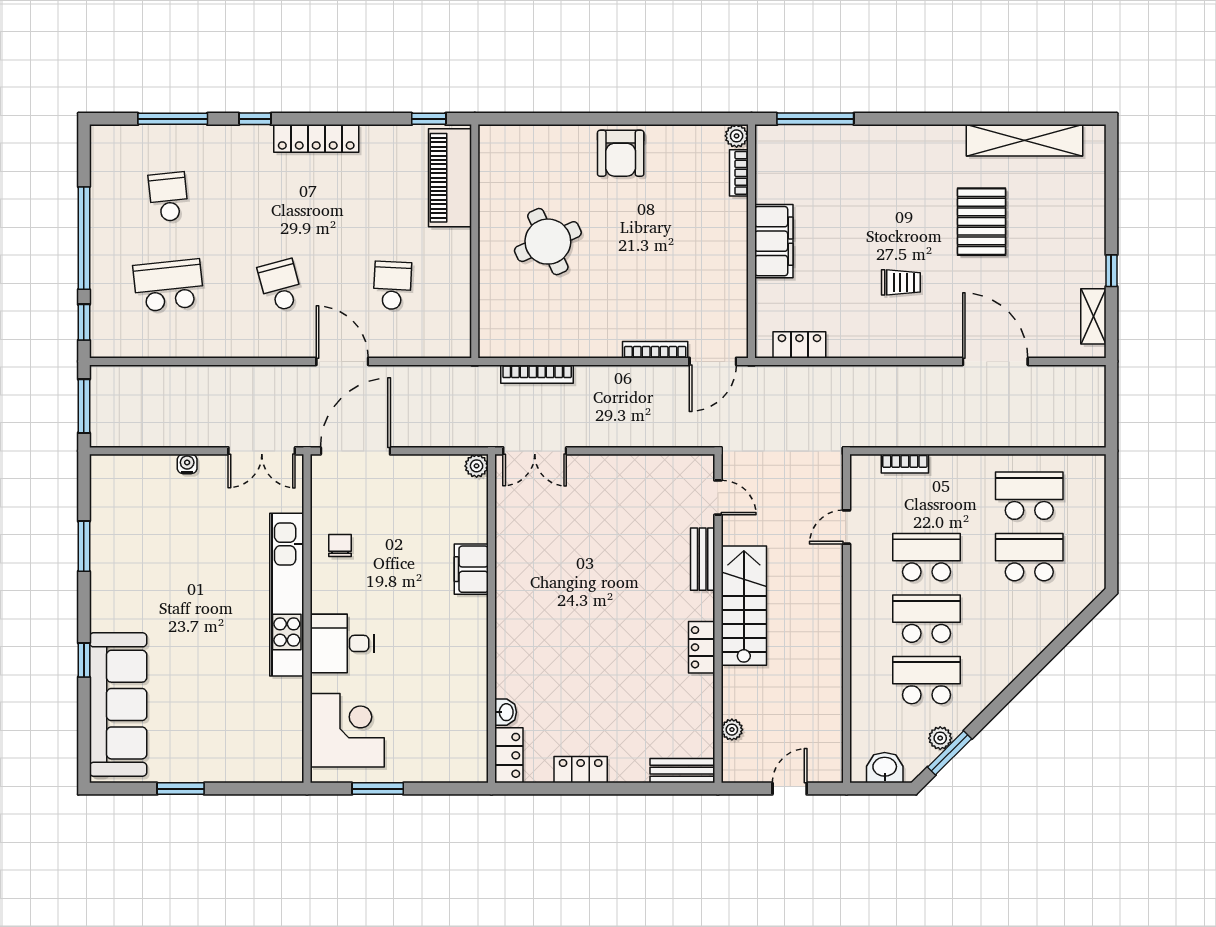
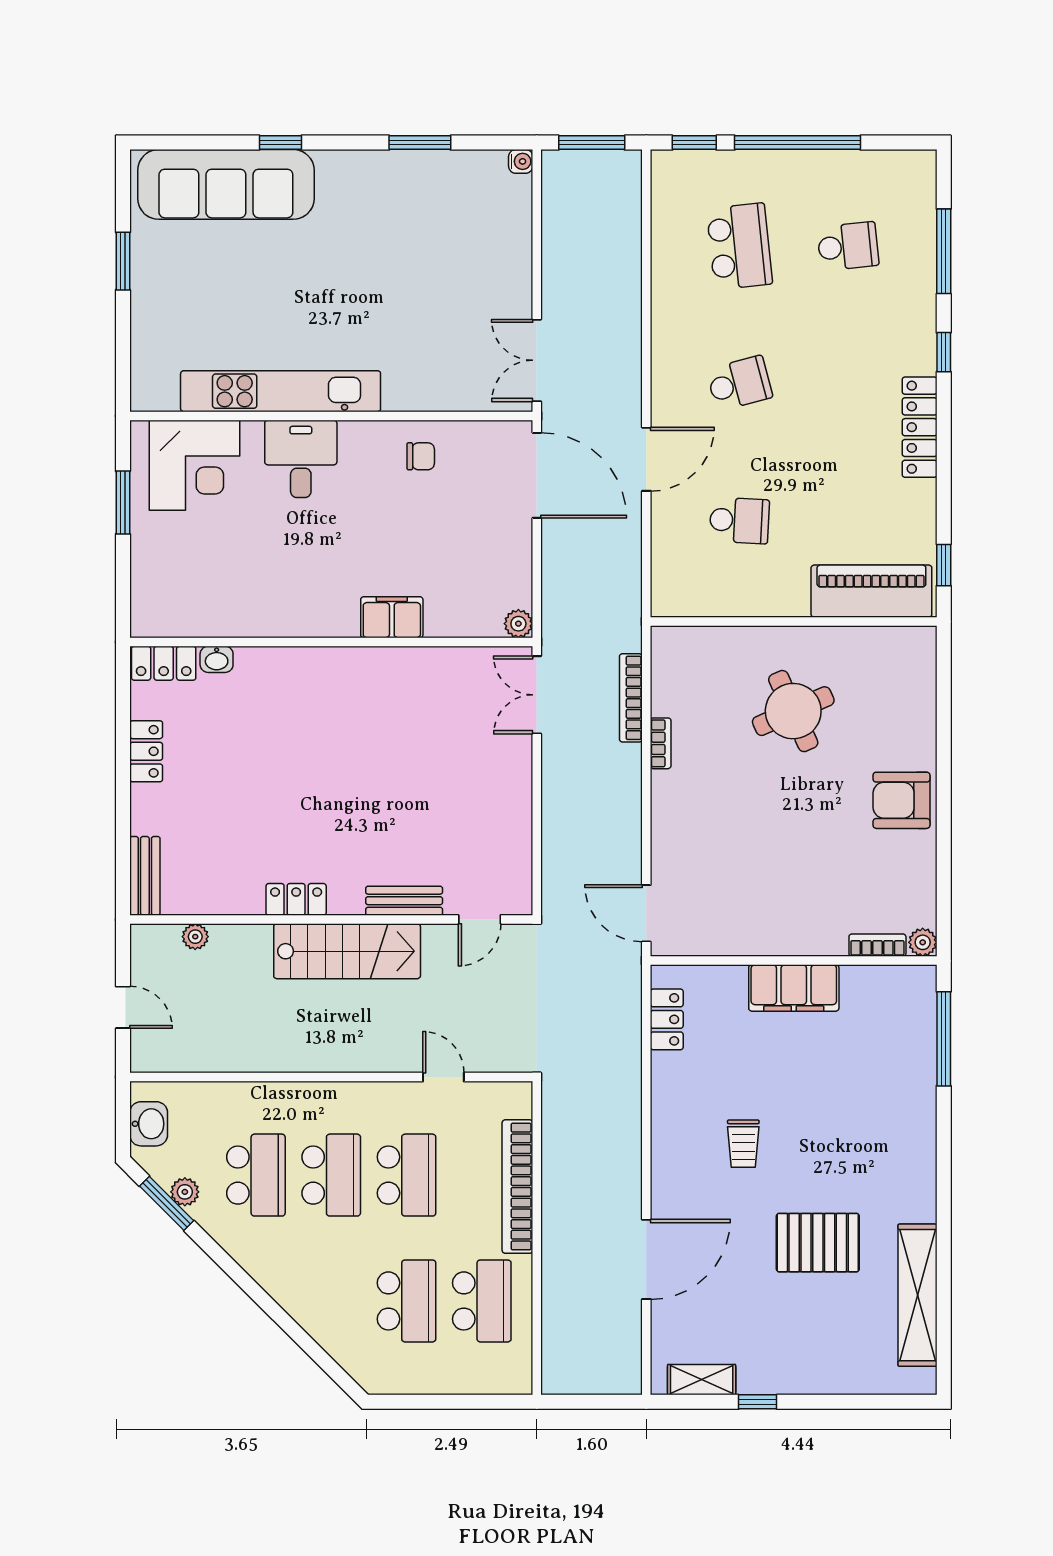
bookcase: (655, 350) -> (661, 743), moved, width x0.64
water cooler: (187, 464) -> (521, 161), moved
bookcase: (905, 464) -> (517, 1187), width x2.31, depth x1.31
kitchen unit: (287, 595) -> (281, 391), moved

